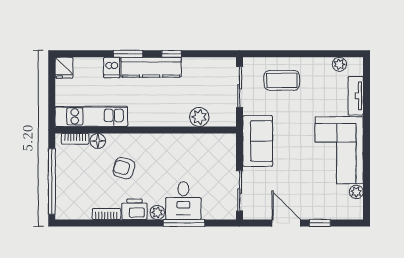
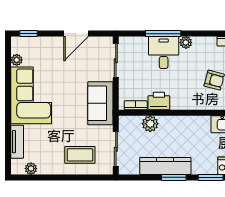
window: (172, 54) -> (174, 177), width x1.50
kitchen counter: (151, 67) -> (165, 166), moved
bookcase: (216, 139) -> (136, 105), added
printer: (134, 209) -> (159, 101), moved, turned 180
door: (286, 223) -> (76, 34), hinge flipped
window: (320, 223) -> (29, 34), moved

